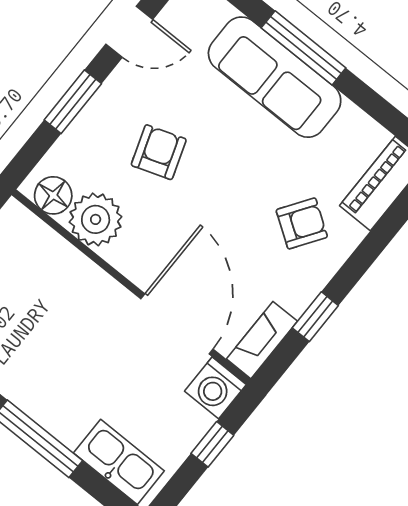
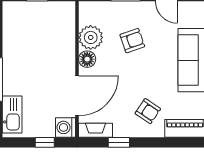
floor lamp: (53, 195) -> (87, 59), moved

